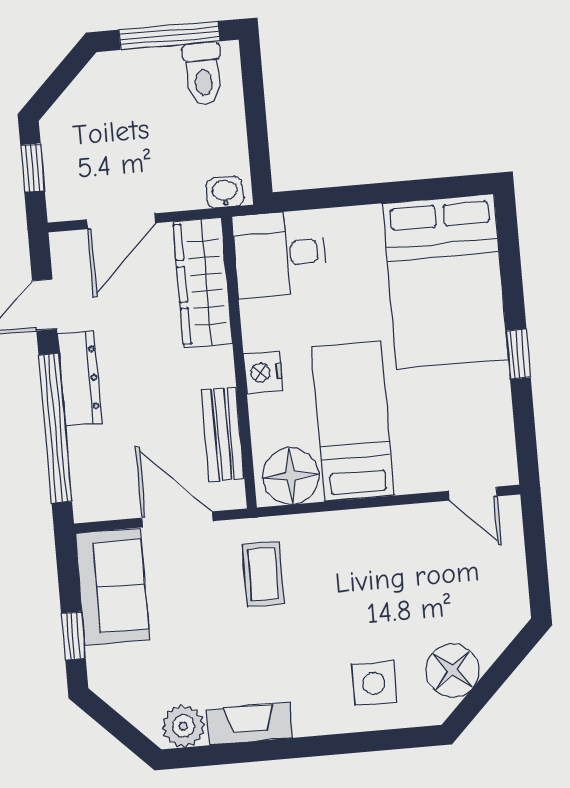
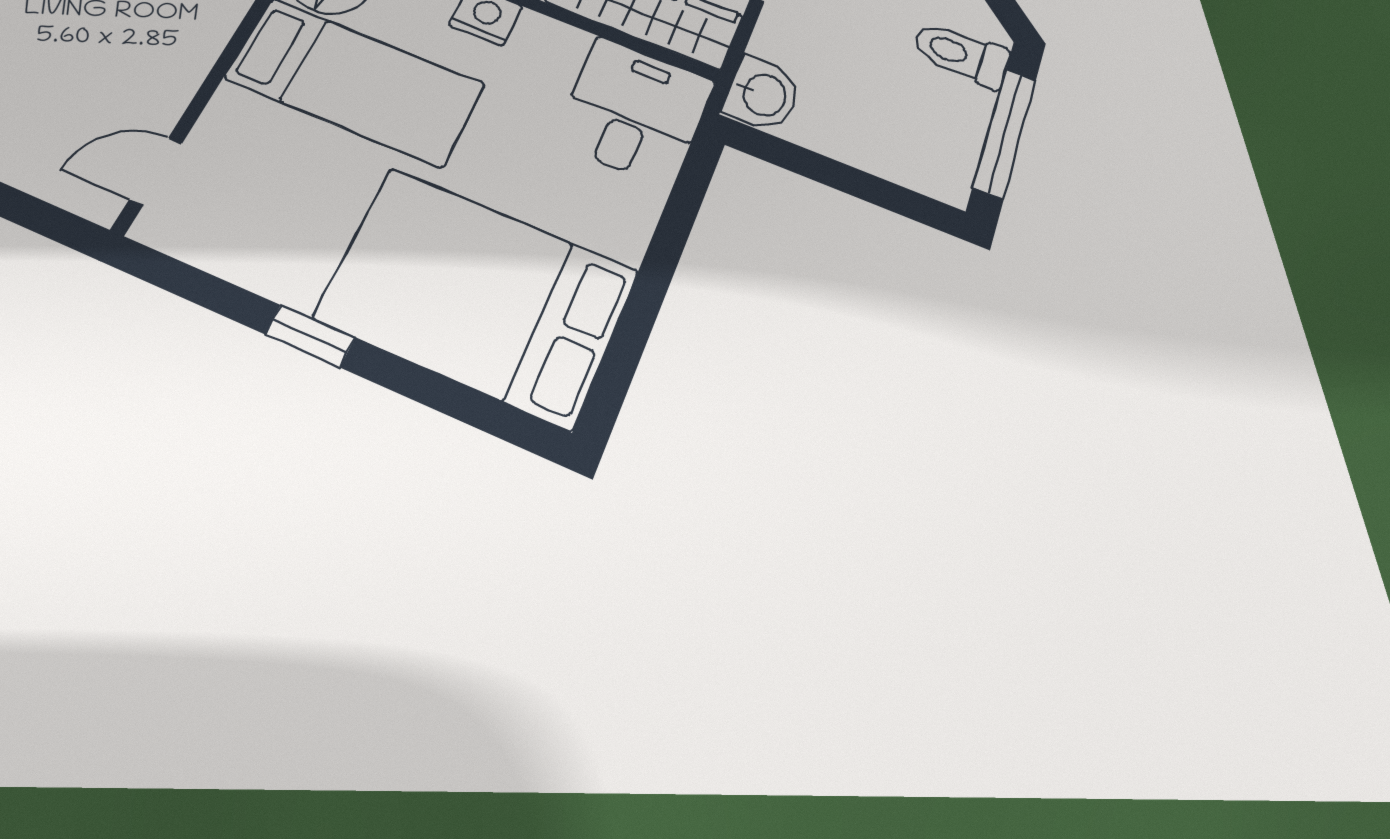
toilet: (203, 74) -> (961, 54), moved
washbasin: (225, 192) -> (763, 94), width x1.38, depth x1.45

